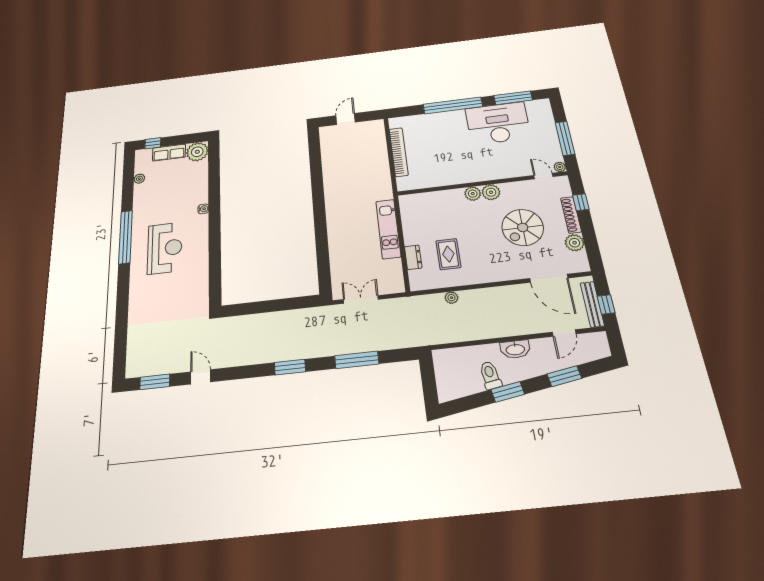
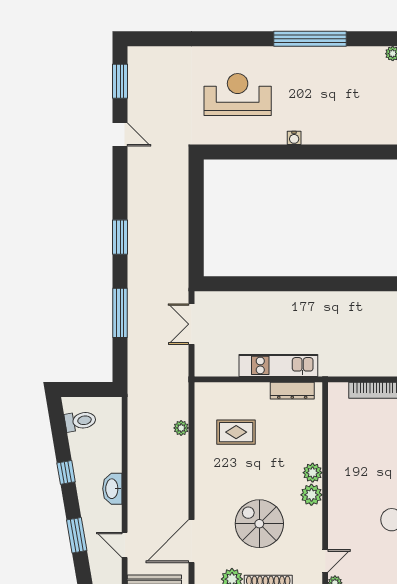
water cooler: (203, 209) -> (294, 138), moved
reception desk: (165, 248) -> (238, 94), moved, turned 180
dresser: (413, 257) -> (292, 391), moved, width x1.44
double door: (361, 299) -> (191, 324), swing flipped
toilet: (490, 375) -> (80, 421), moved
door: (201, 377) -> (120, 134), hinge flipped
window: (508, 392) -> (66, 472), width x0.67

